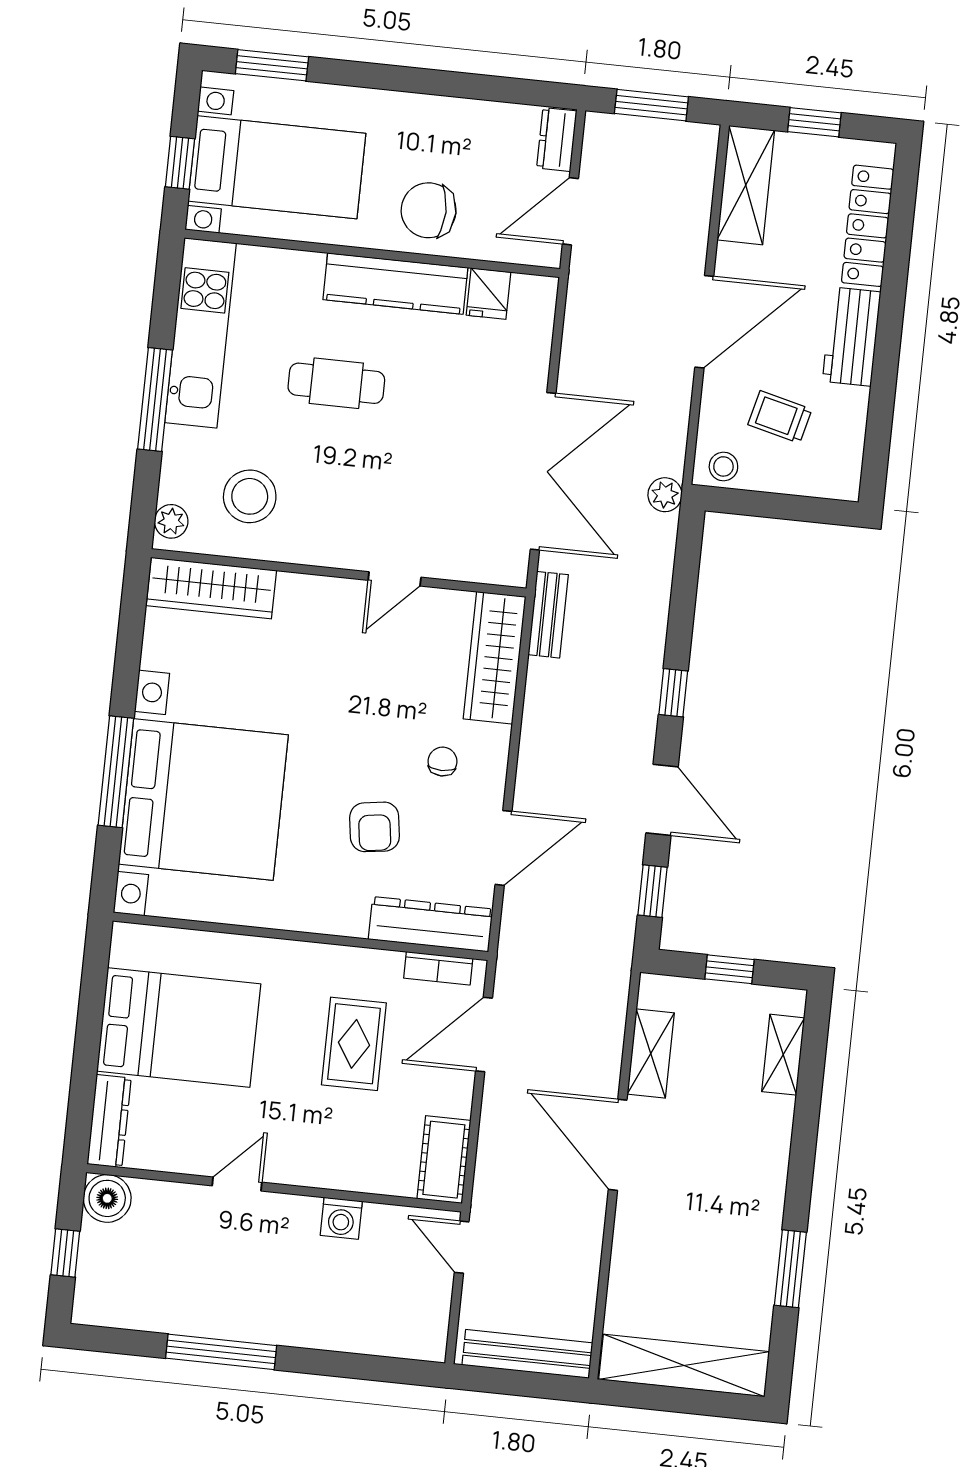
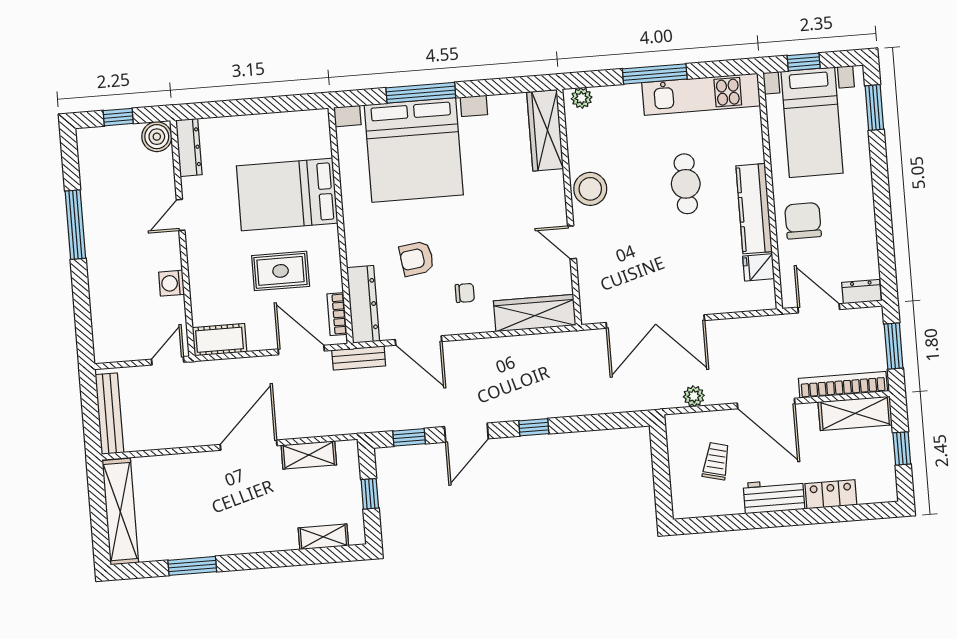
bookcase: (697, 196) -> (843, 385), added
locker: (868, 226) -> (831, 494), width x0.66
stool: (723, 466) -> (679, 432), removed
plant: (665, 495) -> (694, 396), moved
stool: (250, 496) -> (590, 189), moved
bench: (548, 615) -> (359, 358), moved
bed: (179, 1027) -> (287, 194), moved, turned 90
dresser: (109, 1121) -> (189, 147), moved, turned -90
door: (237, 1184) -> (181, 215), swing flipped

